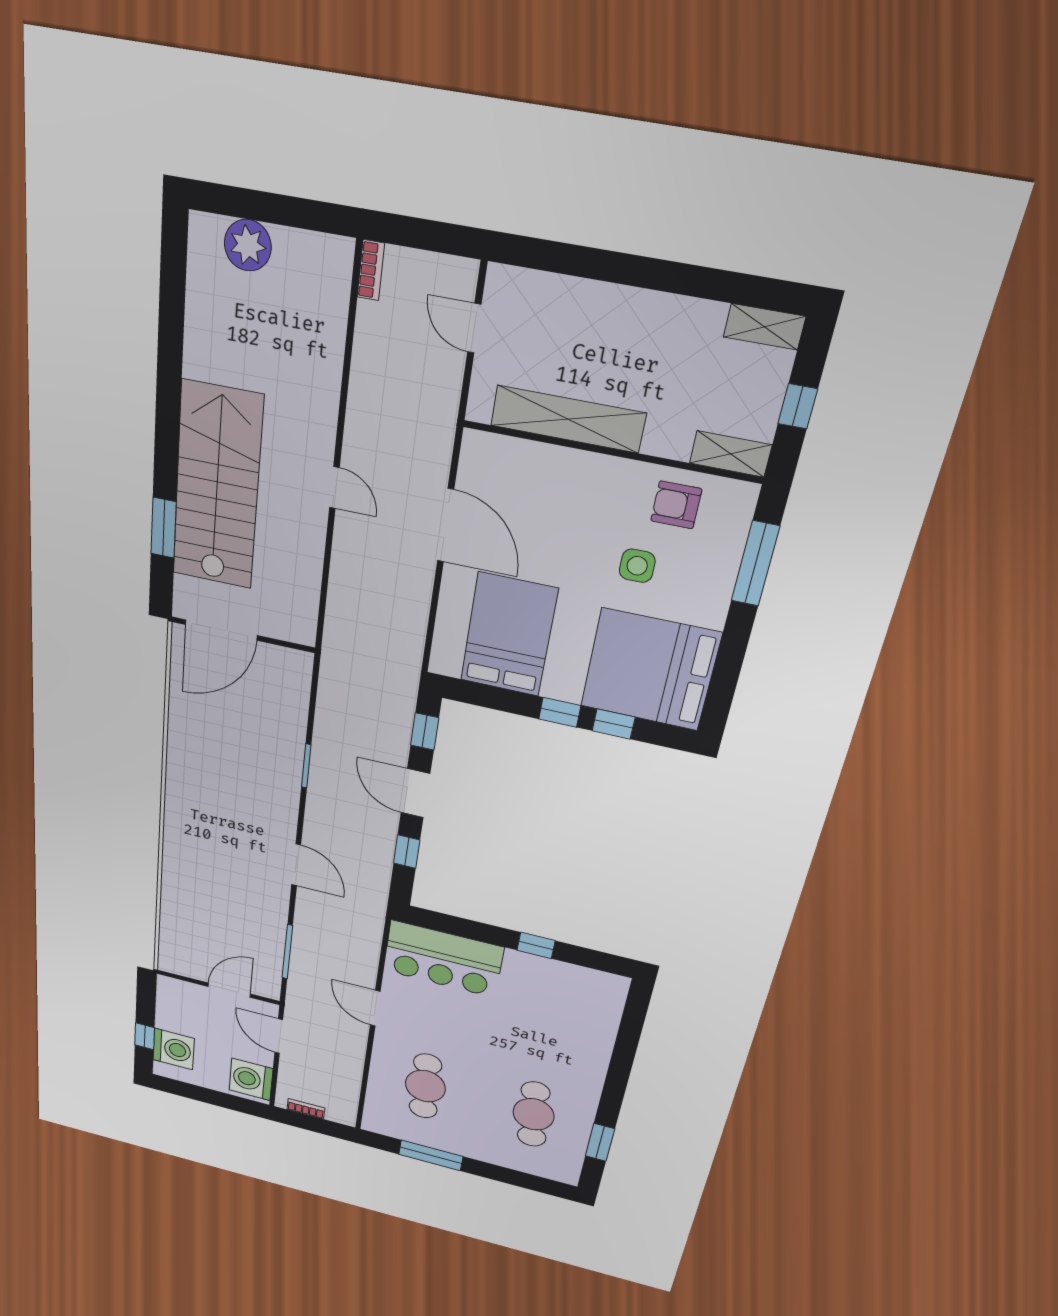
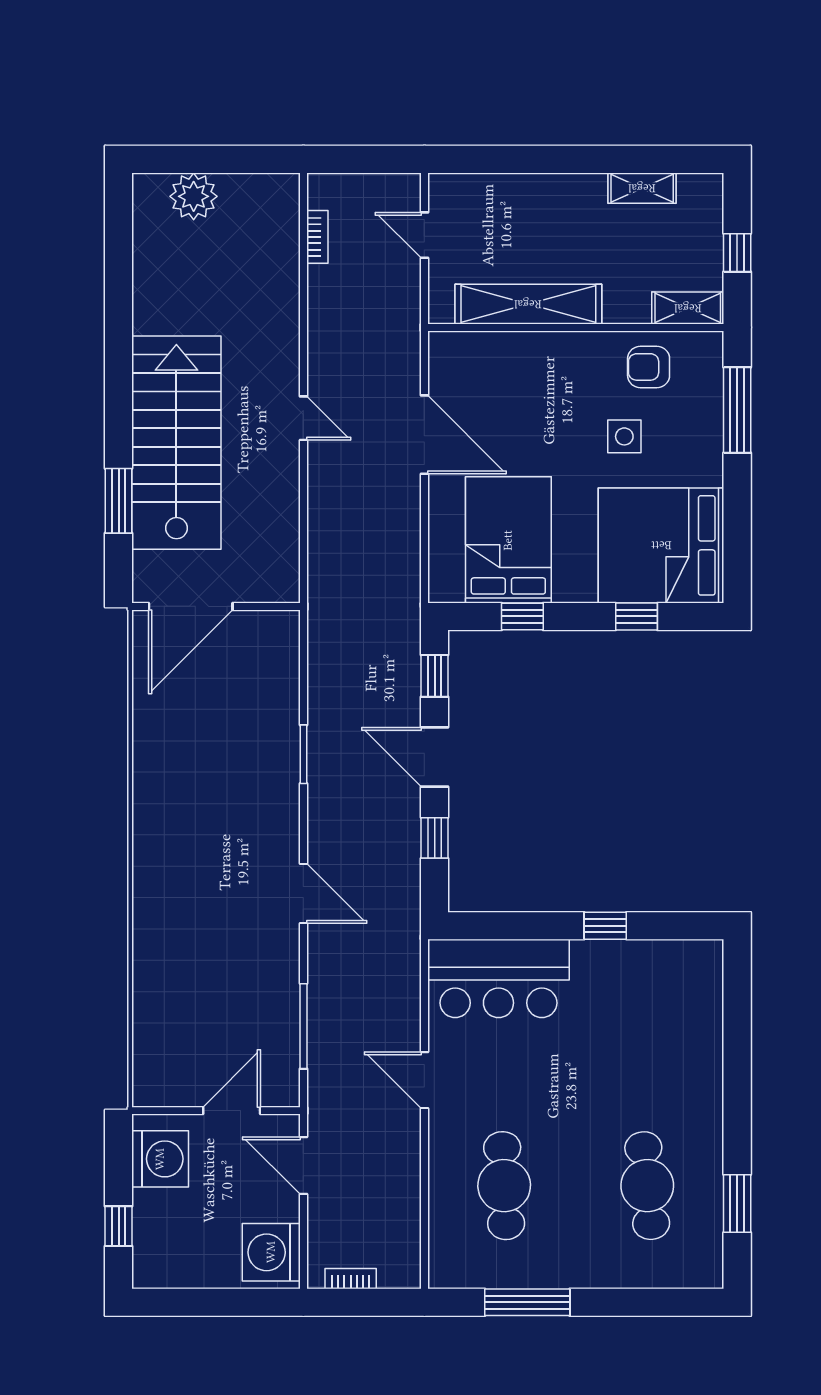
bookcase: (371, 270) -> (317, 237), moved
shelving: (764, 327) -> (642, 188), moved
window: (560, 712) -> (522, 616), moved
washing machine: (173, 1049) -> (160, 1159), moved

